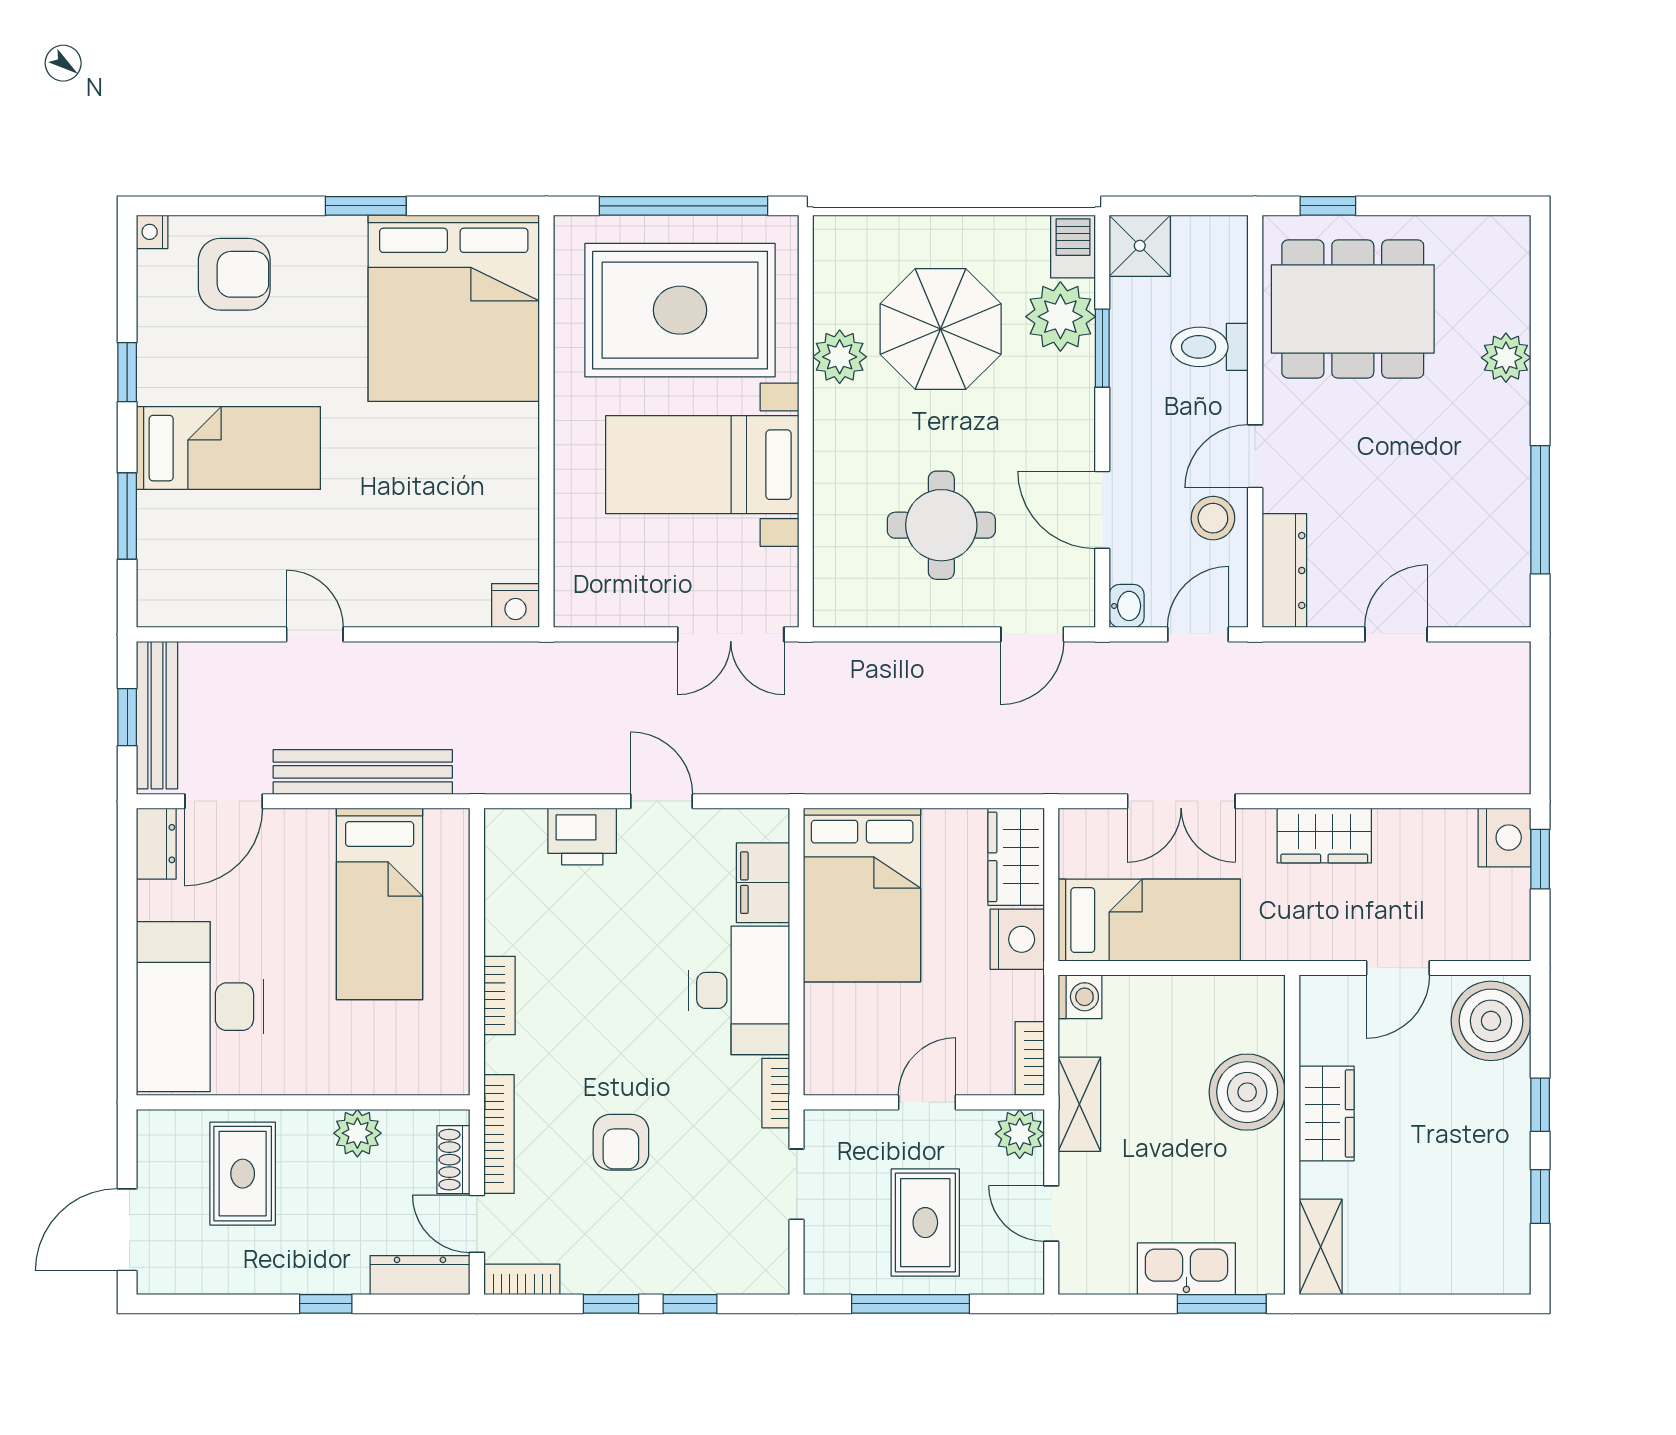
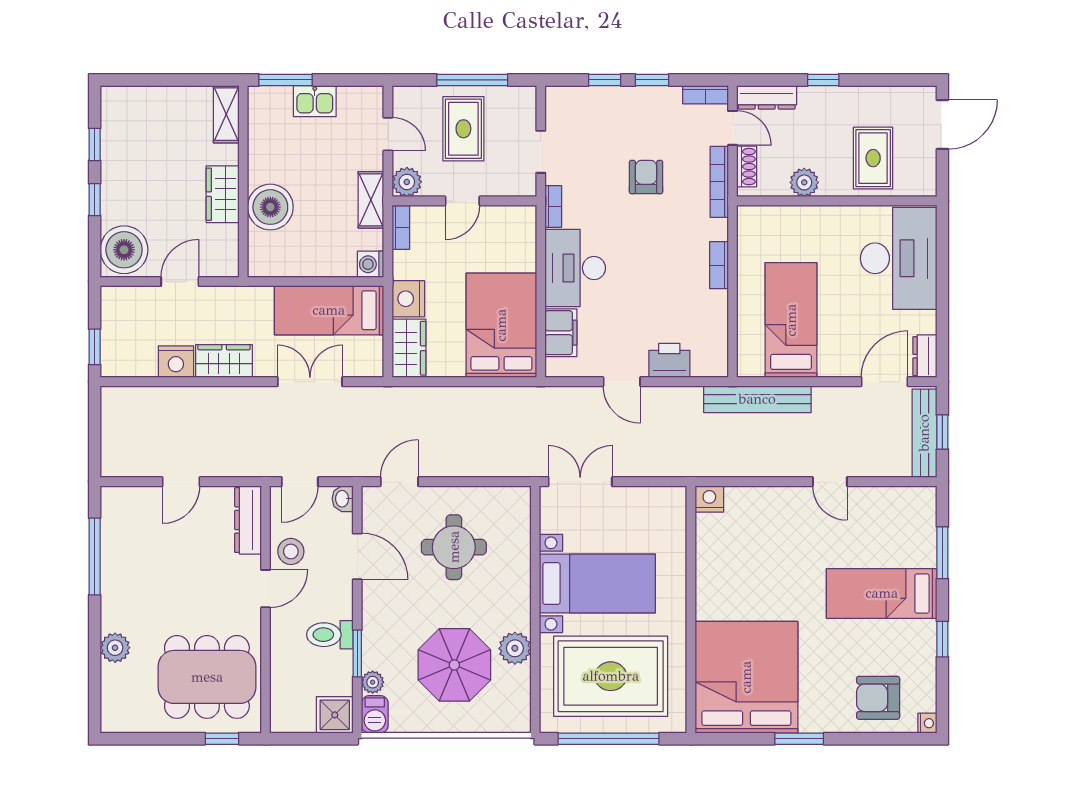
plant: (1060, 317) -> (373, 682), width x0.53, depth x0.53
toilet: (1209, 347) -> (330, 635), moved, turned 180
bench: (363, 772) -> (757, 399), moved
nightstand: (1504, 838) -> (176, 362), moved, turned -90
kitchen sink: (1186, 1269) -> (315, 101), width x0.73

